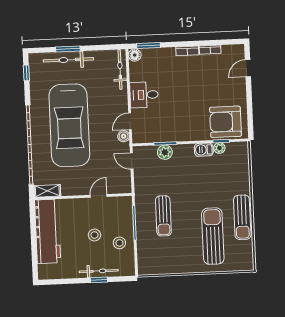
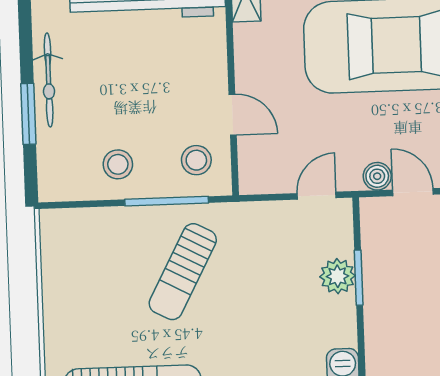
sun lounger: (163, 216) -> (183, 272), turned -62
stool: (94, 235) -> (196, 160), moved
bicycle: (99, 271) -> (49, 80), moved
window: (99, 280) -> (28, 114), width x1.50

